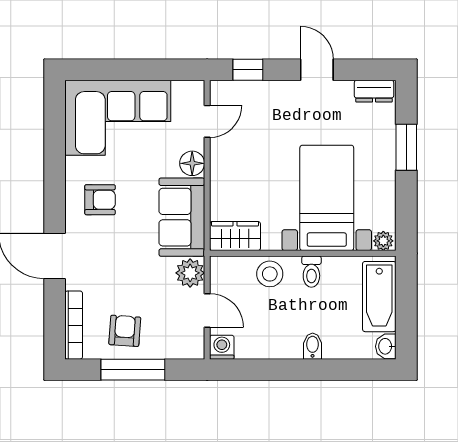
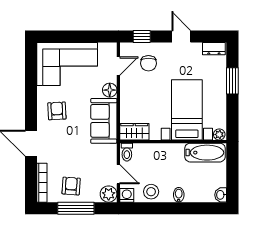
chair: (260, 117) -> (148, 63), added
armchair: (100, 200) -> (57, 111), turned -93
toilet: (311, 272) -> (127, 152), moved
plant: (190, 273) -> (109, 194), moved
stool: (270, 274) -> (151, 192), moved
bathtub: (379, 297) -> (205, 153), moved, turned -90

